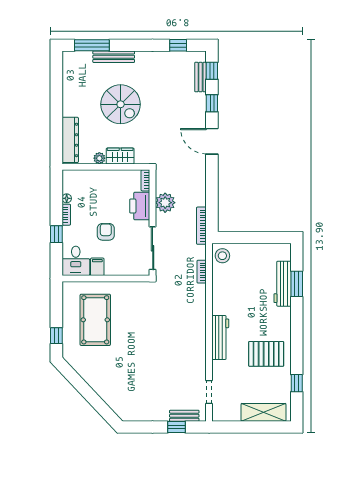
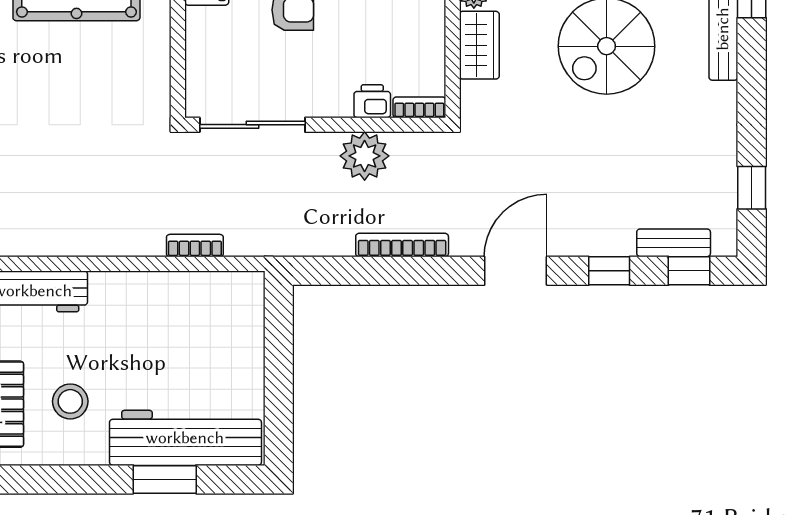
printer: (140, 206) -> (372, 101), width x0.53, depth x0.68
bookcase: (201, 226) -> (402, 245), moved
stool: (222, 256) -> (70, 401), moved
workbench: (283, 284) -> (185, 438), width x1.36, depth x1.32

